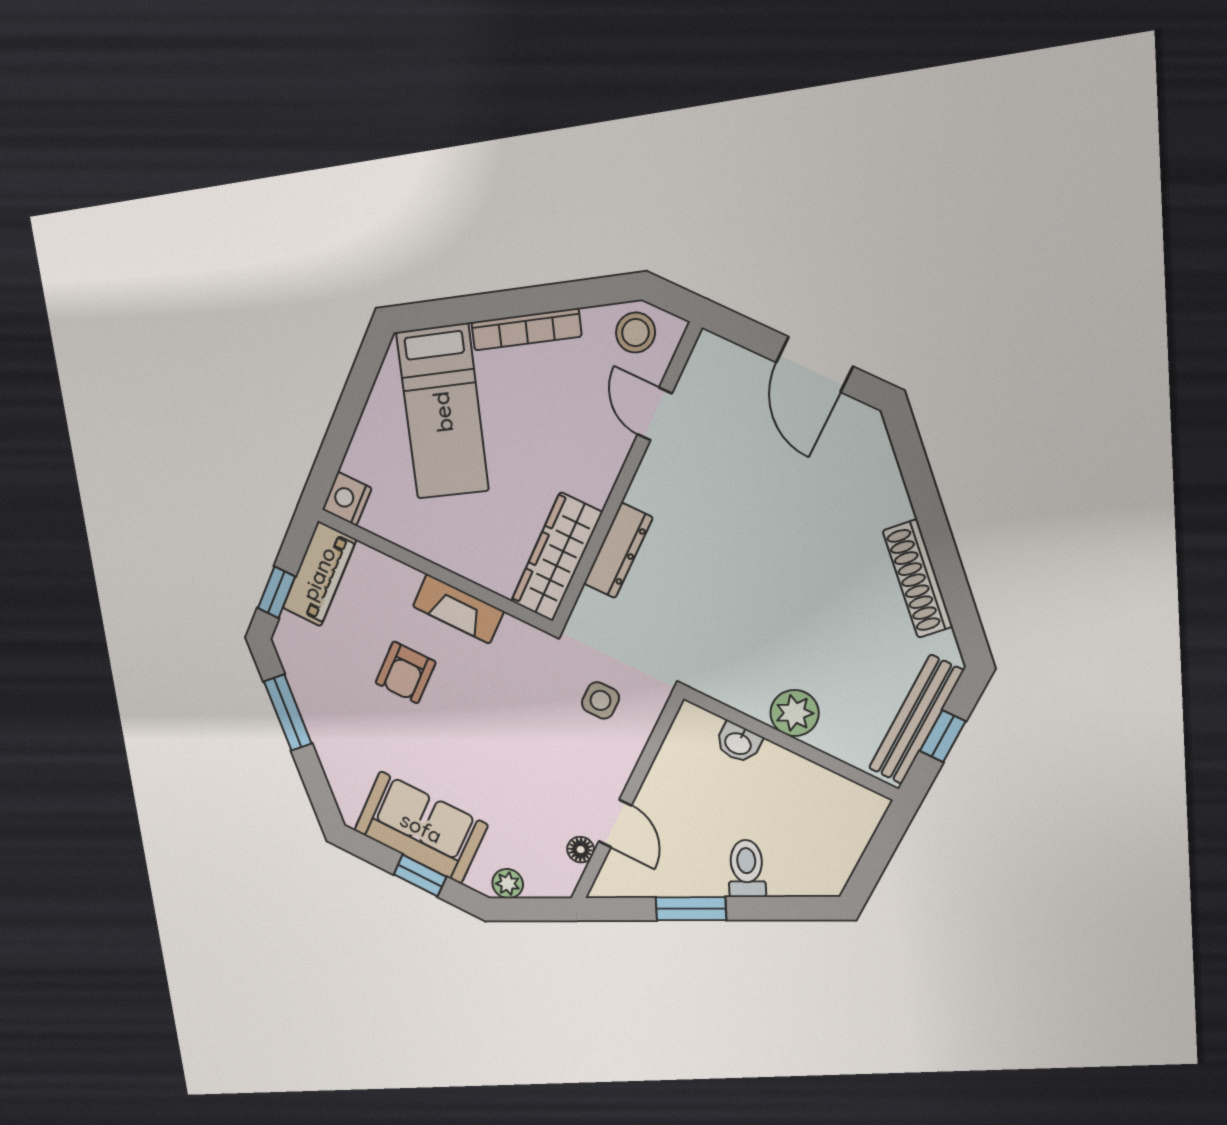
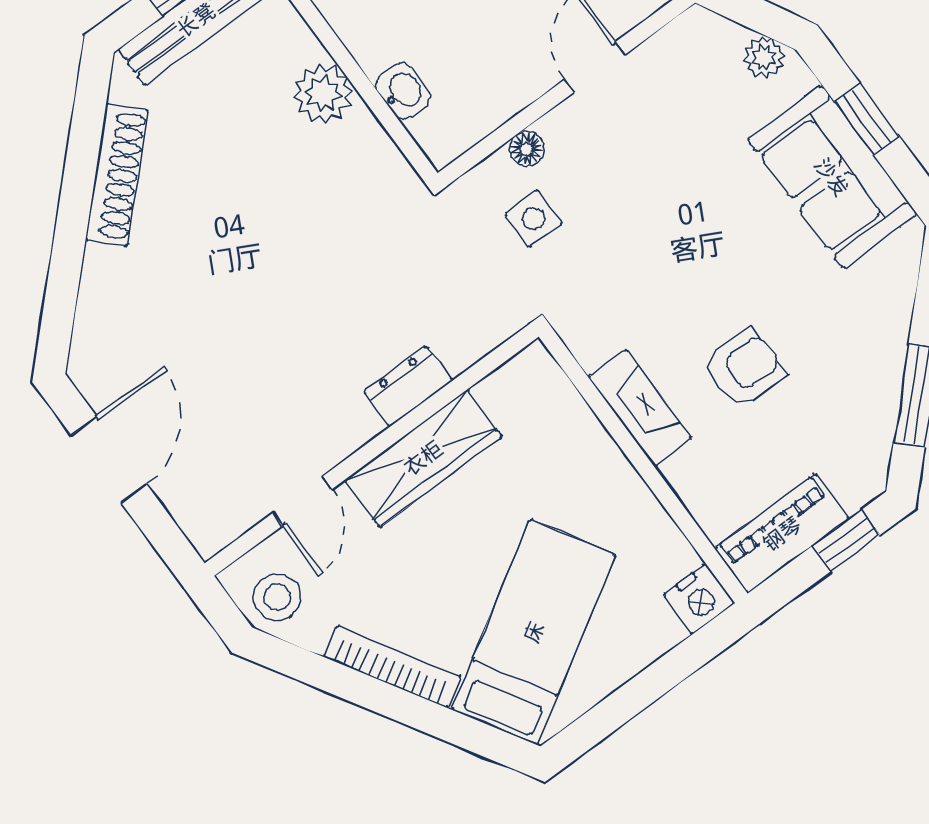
dresser: (618, 551) -> (408, 386), width x0.70
wardrobe: (556, 557) -> (423, 458), moved
floor lamp: (581, 850) -> (527, 149), moved

